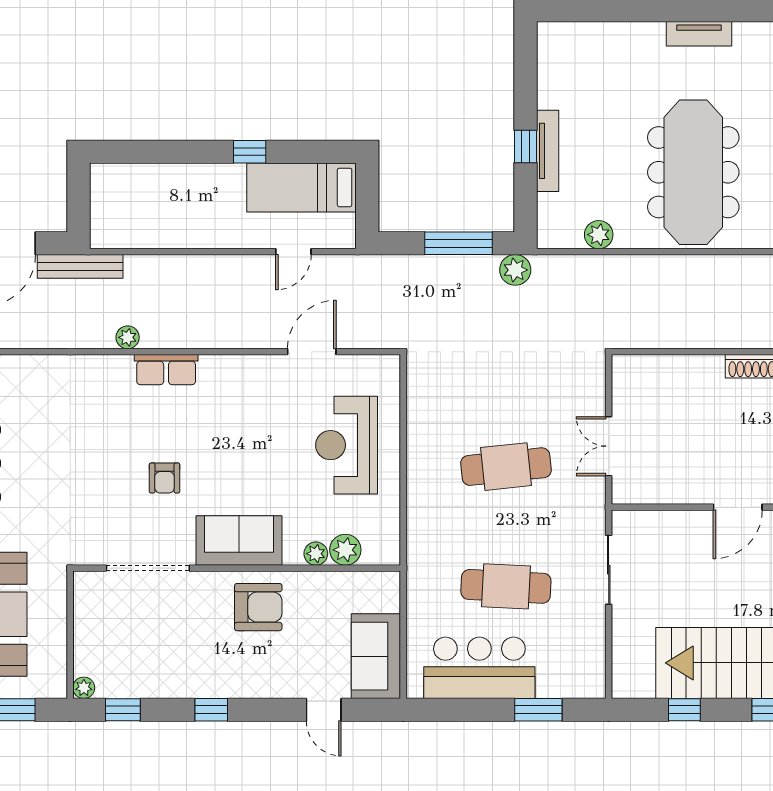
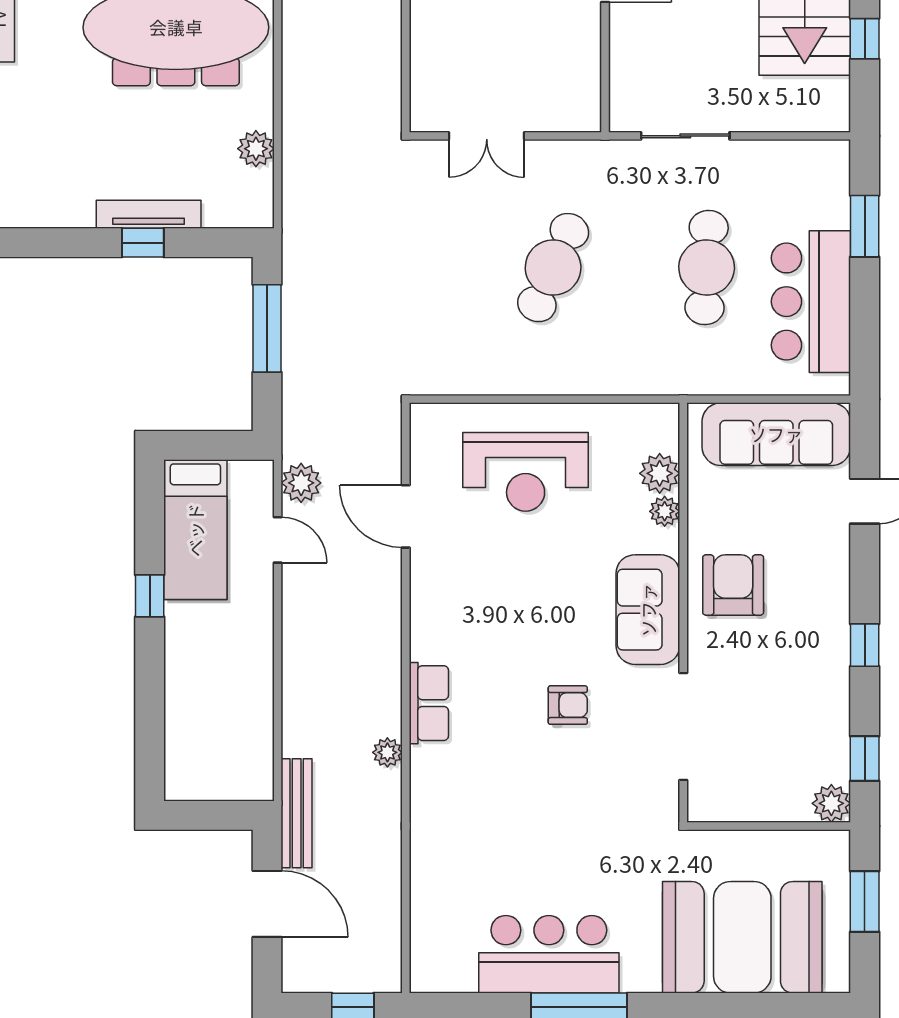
plant: (515, 270) -> (301, 483), moved
double door: (609, 446) -> (487, 136), moved
cafe table: (506, 467) -> (553, 268), turned 30
sofa: (376, 656) -> (776, 434), width x1.36
plant: (84, 688) -> (831, 803), width x1.38, depth x1.38

